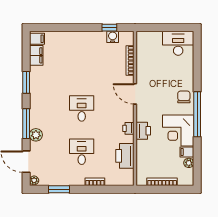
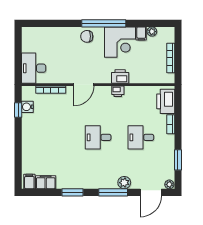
desk: (178, 43) -> (34, 68), moved
printer: (125, 156) -> (166, 101), moved, turned 90

